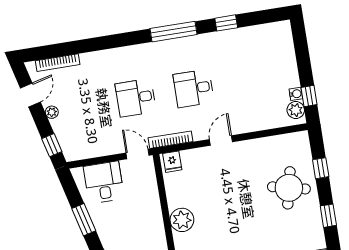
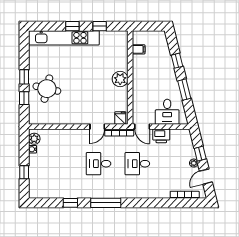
desk: (194, 88) -> (99, 164), turned 180
window: (309, 96) -> (24, 172), moved
desk: (136, 98) -> (137, 164), turned 180
door: (221, 141) -> (97, 127), moved
window: (52, 145) -> (200, 154), moved
printer: (107, 145) -> (161, 136), added
window: (328, 216) -> (24, 77), moved

